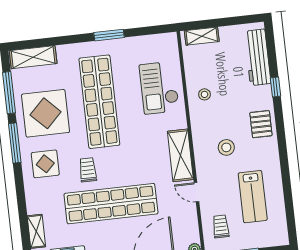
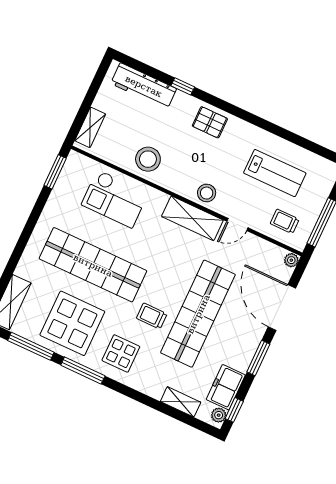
window: (109, 35) -> (55, 172), moved
stool: (204, 94) -> (148, 159), width x1.89, depth x1.89
stool: (226, 147) -> (207, 193), moved

